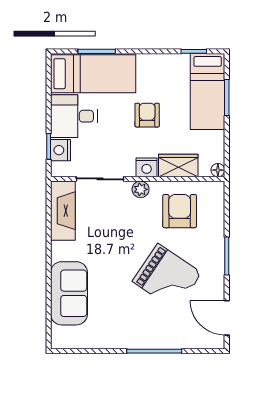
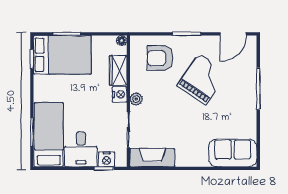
bed: (208, 92) -> (62, 55), width x1.50
armchair: (147, 115) -> (80, 94), removed
armchair: (180, 211) -> (160, 58), moved
sofa: (69, 293) -> (233, 153), moved

